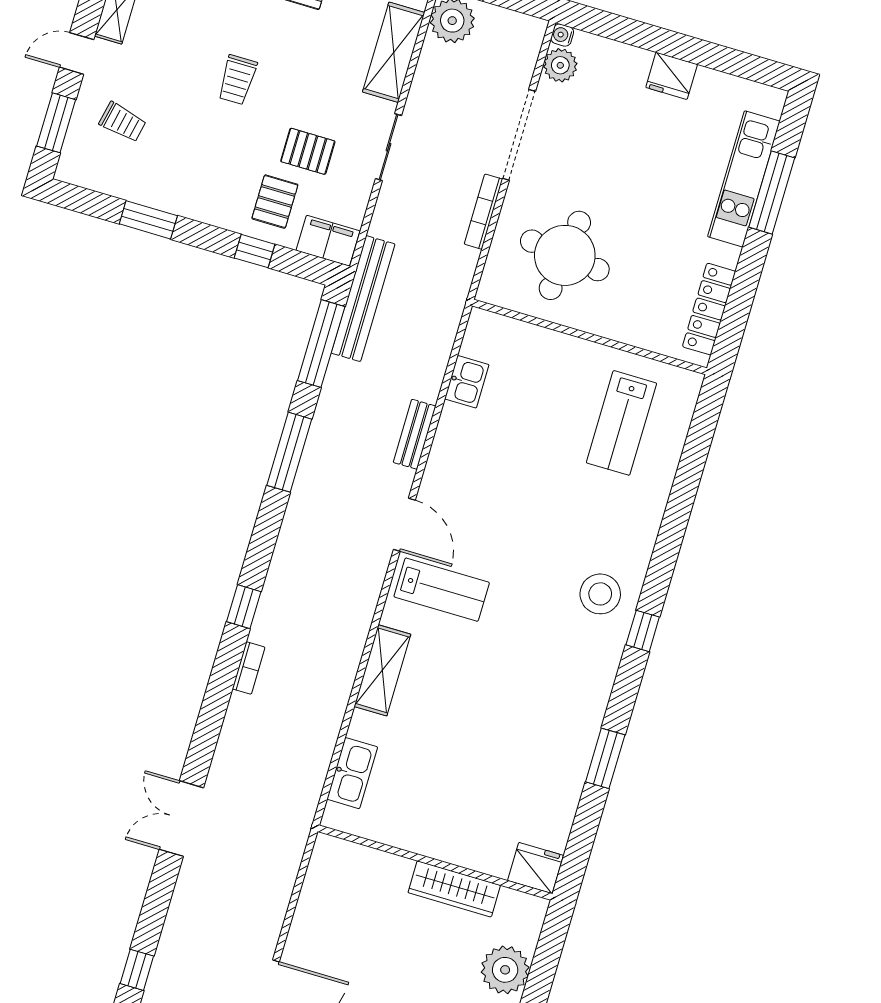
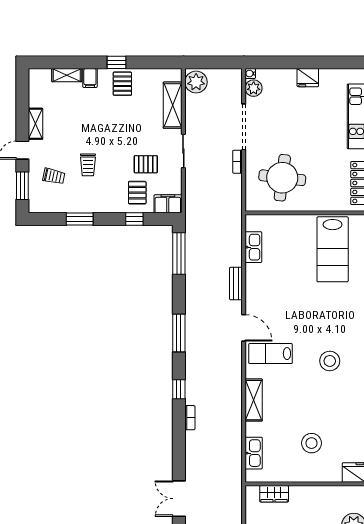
trolley: (237, 80) -> (88, 165), moved
bookcase: (483, 212) -> (238, 162), width x0.64
bench: (363, 299) -> (193, 226), removed
kitchen sink: (467, 382) -> (253, 247), width x1.38
lab bench: (621, 423) -> (333, 249), width x1.36, depth x1.39
window: (289, 452) -> (179, 333), moved
lab bench: (442, 590) -> (270, 354), turned 180
stool: (600, 594) -> (330, 361), moved
stool: (470, 787) -> (312, 443), added
wardrobe: (454, 889) -> (274, 494), moved, width x0.67

